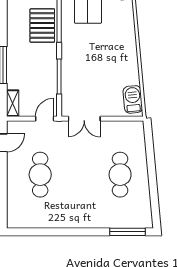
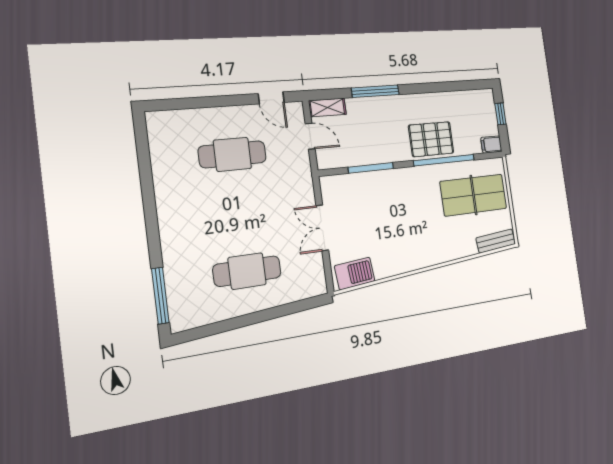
door: (45, 119) -> (310, 136), moved
double door: (84, 119) -> (322, 228), moved

